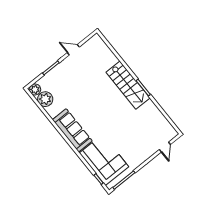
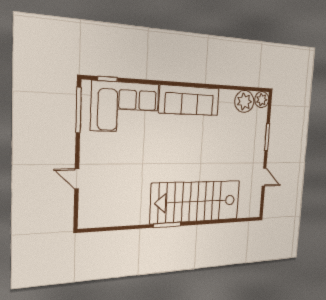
door: (73, 50) -> (264, 177), hinge flipped
stairs: (128, 85) -> (196, 202), width x1.36, depth x1.51
door: (165, 147) -> (77, 179), moved

